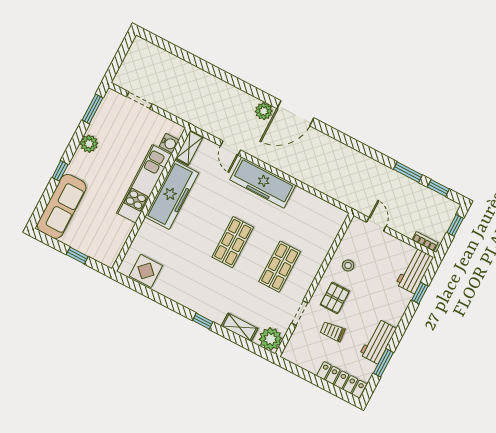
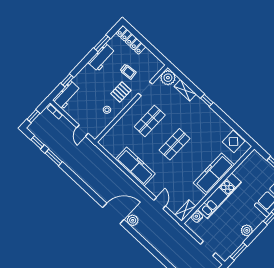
freezer: (263, 183) -> (135, 166), moved
freezer: (172, 195) -> (214, 174), moved

